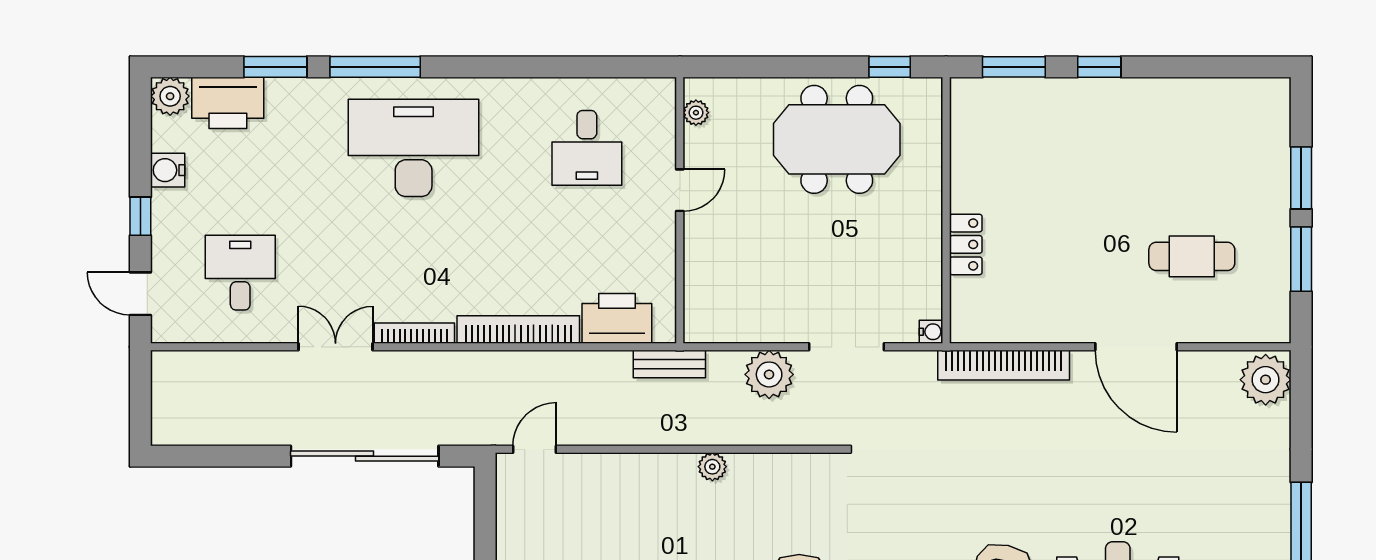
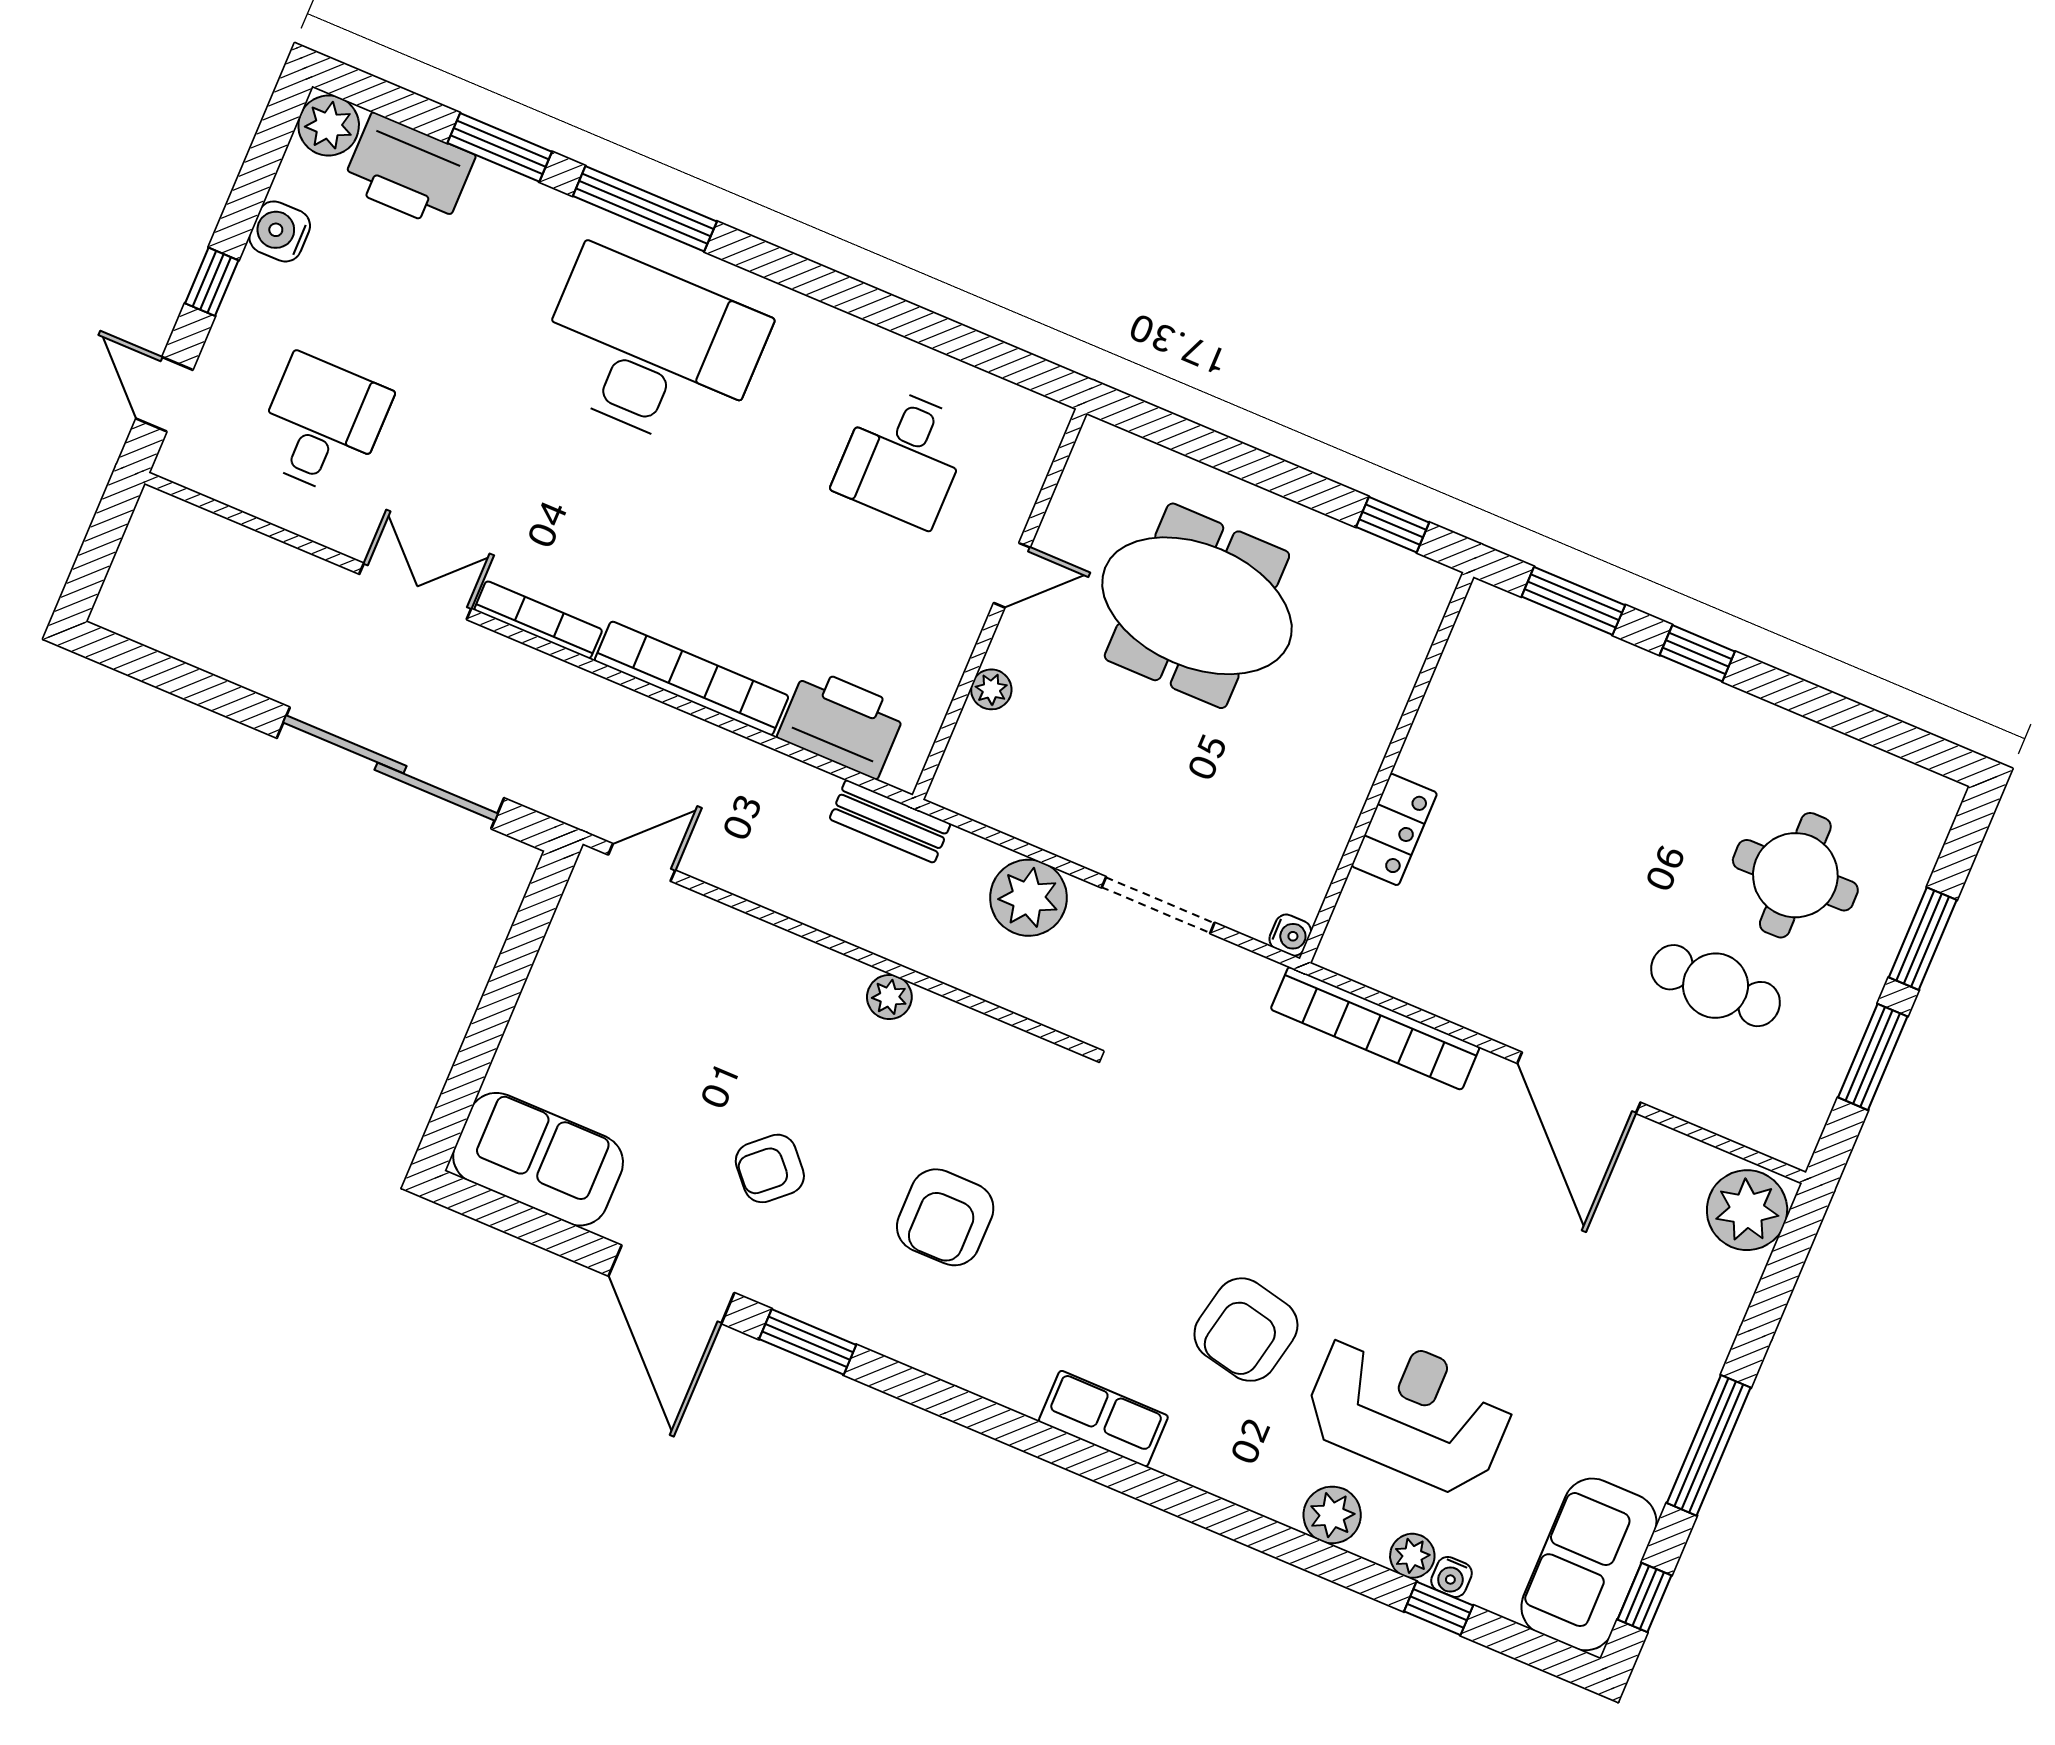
plant: (696, 113) -> (991, 689), moved
meeting table: (837, 139) -> (1197, 606), moved
round table: (1211, 172) -> (1795, 875), added

